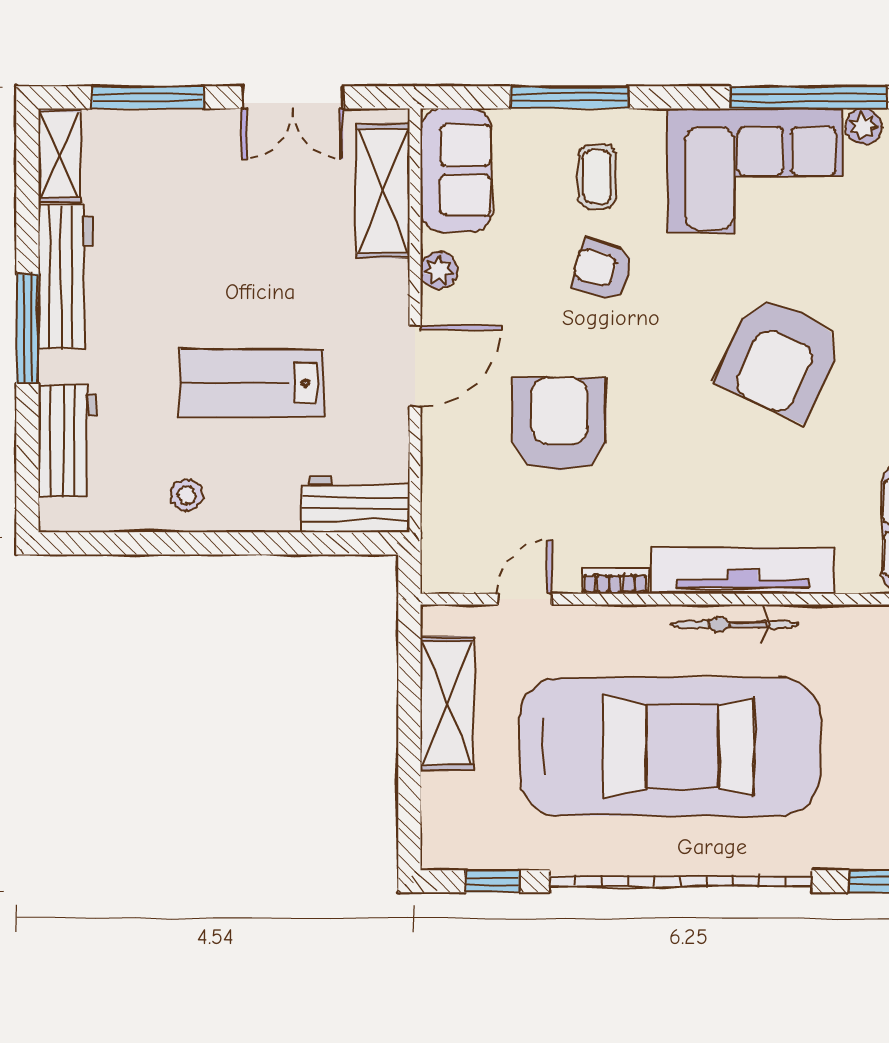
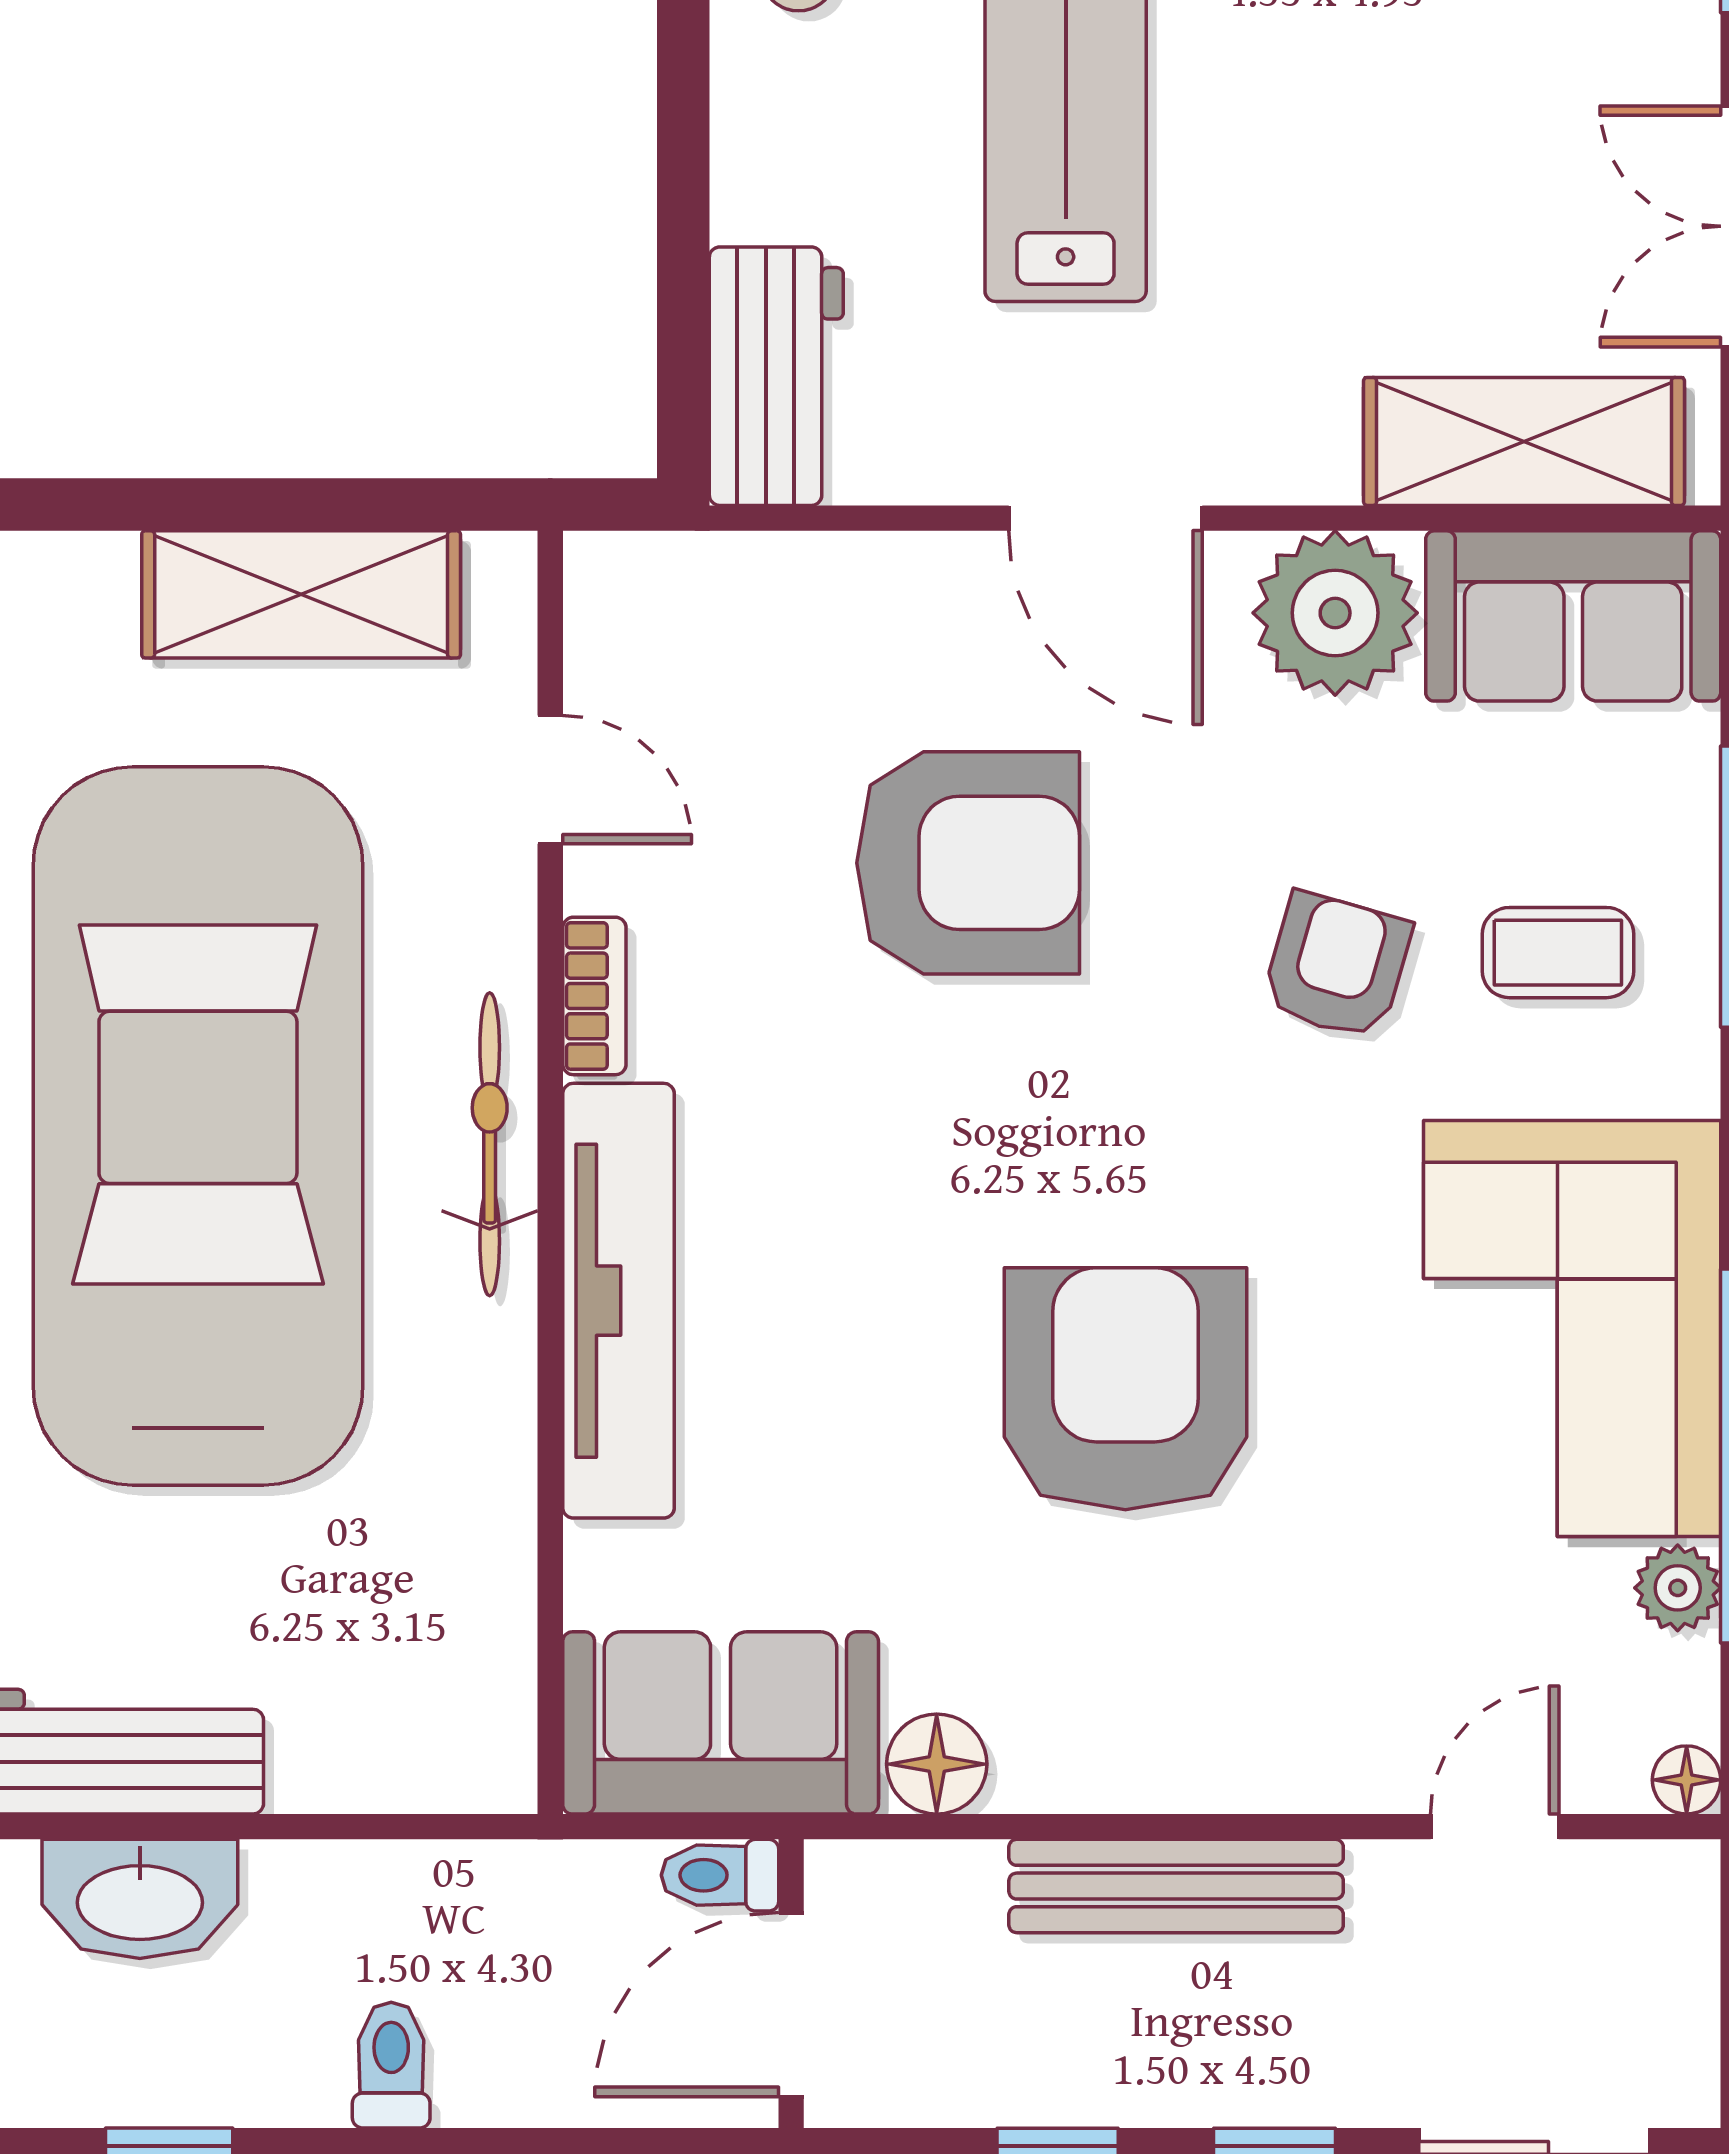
plant: (439, 270) -> (1335, 613), width x1.88, depth x1.88
armchair: (780, 358) -> (1125, 1389), turned 65
bicycle: (734, 624) -> (490, 1144), moved
car: (670, 747) -> (198, 1126), turned 180

